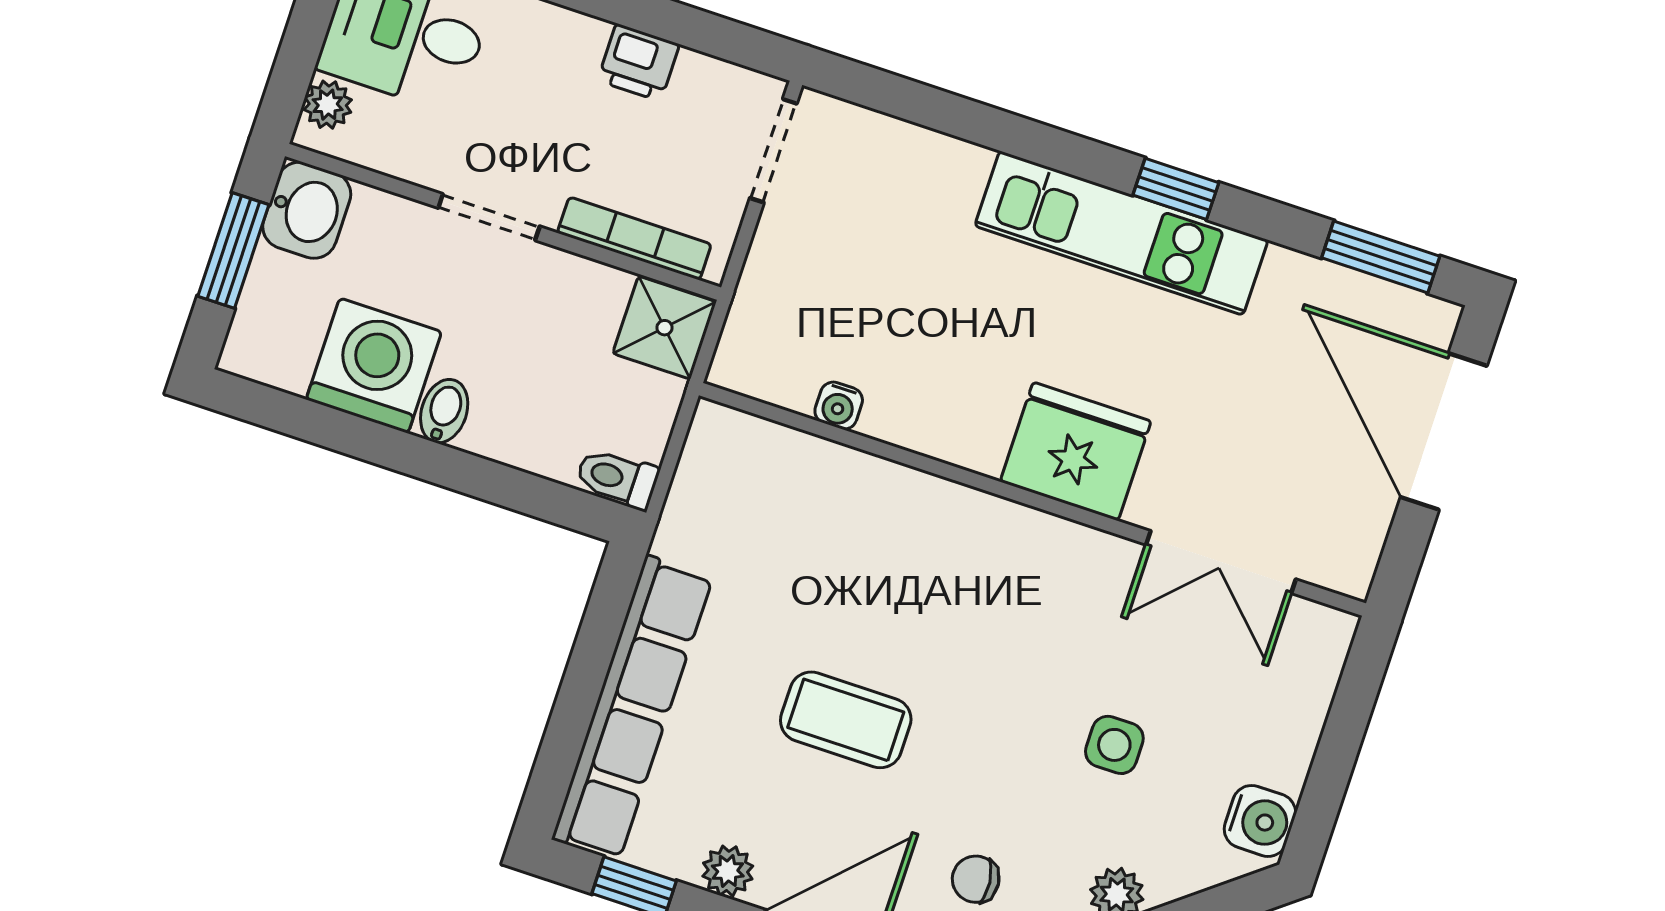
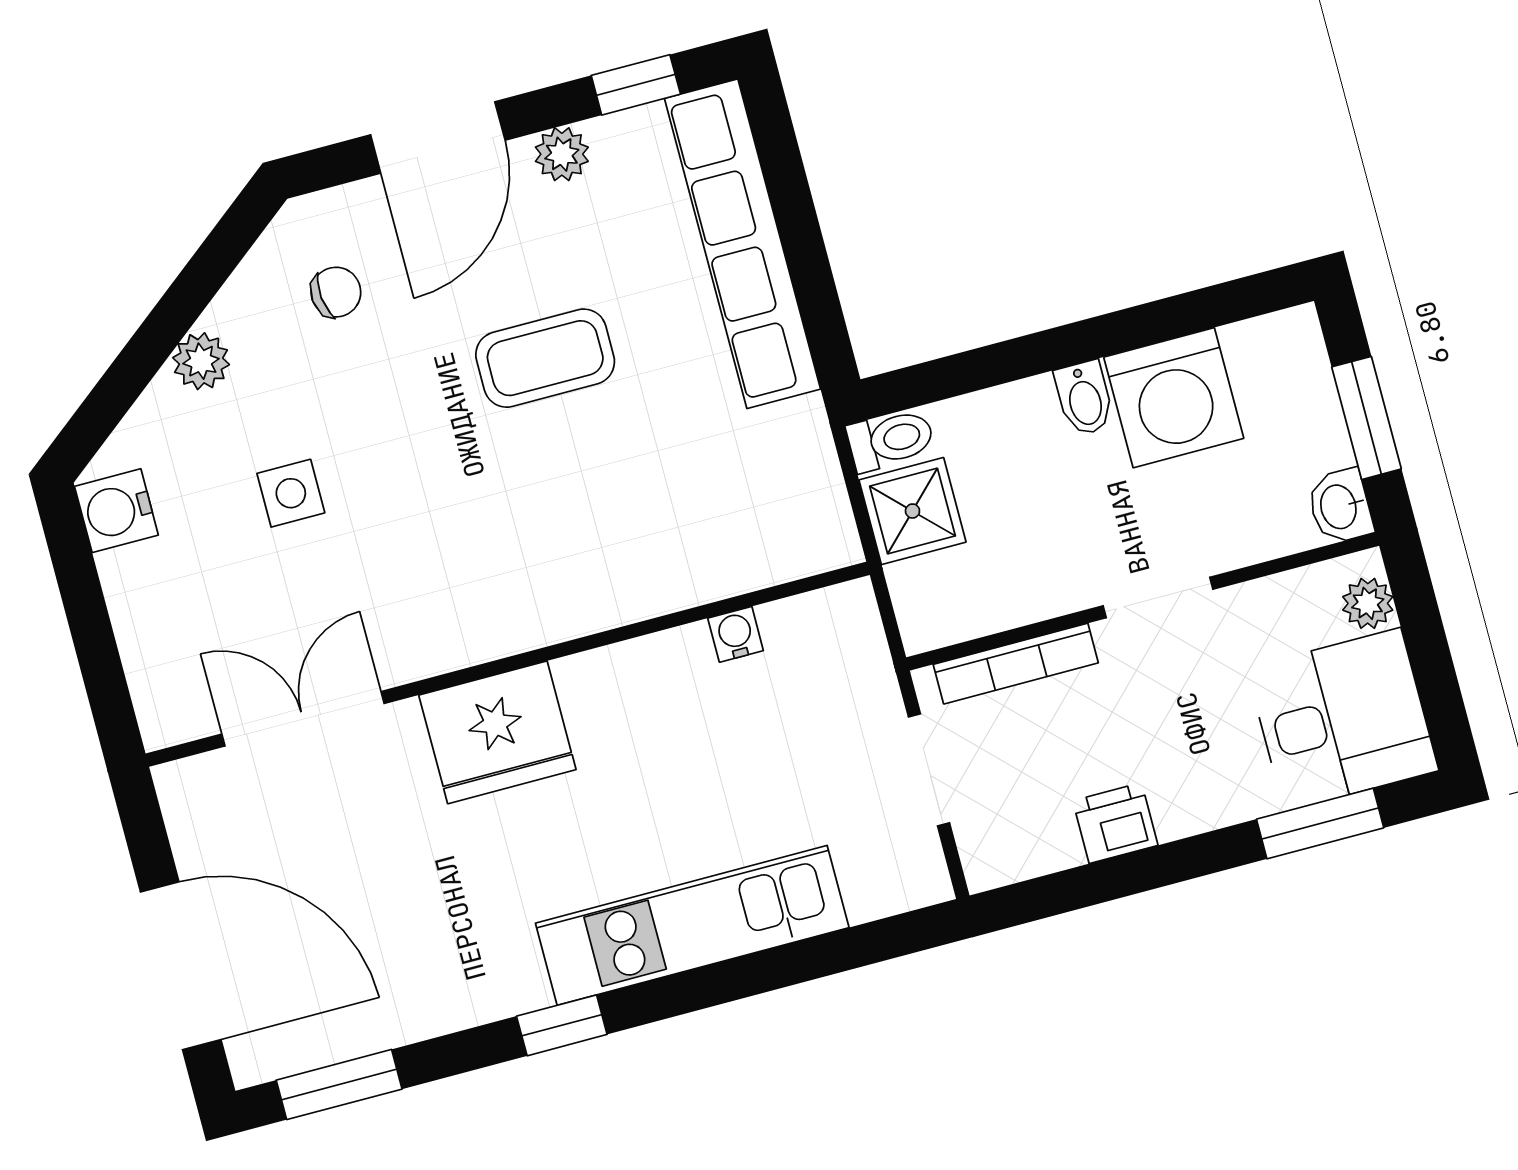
doorway: (773, 151) -> (929, 770), moved
washbasin: (307, 210) -> (1340, 506), width x0.72, depth x0.69
kitchen unit: (1121, 233) -> (692, 925), moved
shower: (664, 328) -> (912, 511), moved

